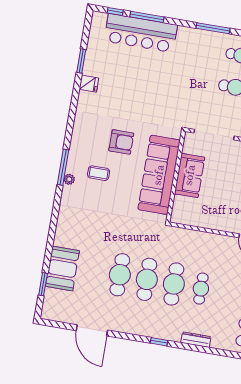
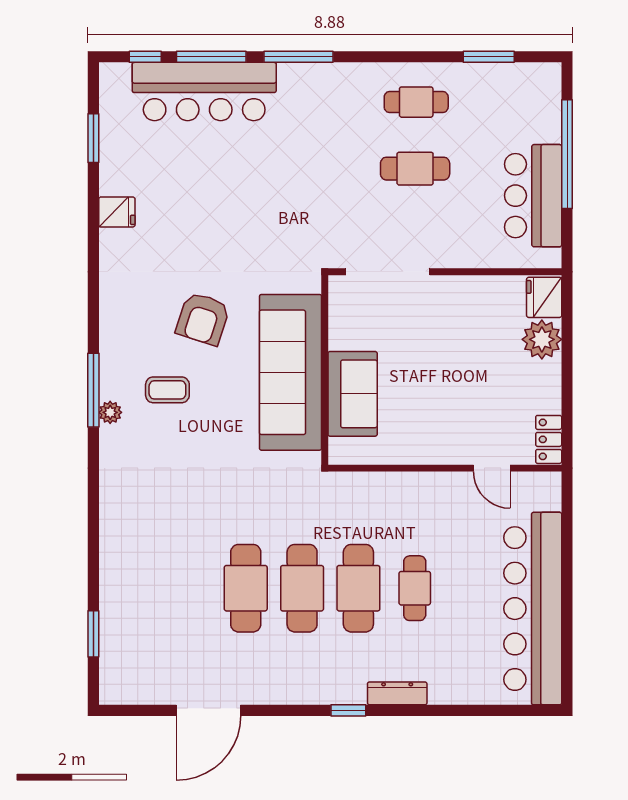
window: (213, 28) -> (298, 57), moved
window: (81, 61) -> (93, 138), moved
armchair: (121, 142) -> (203, 319), turned 108
sofa: (190, 175) -> (353, 394), moved
booth: (62, 268) -> (127, 595), removed
door: (92, 330) -> (208, 710), hinge flipped
dresser: (196, 340) -> (397, 693), moved

